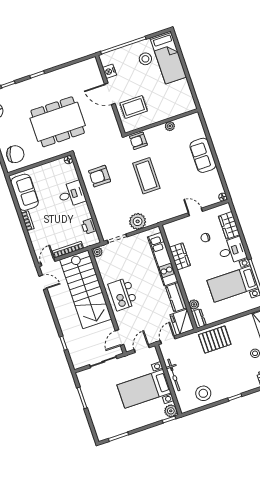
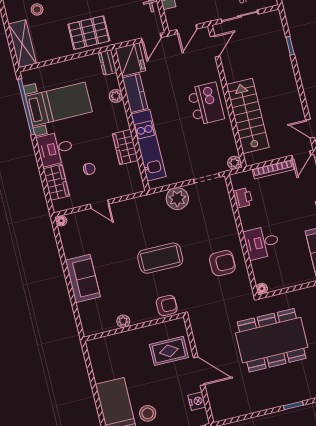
coffee table: (146, 176) -> (160, 258), turned 90
stairs: (86, 289) -> (248, 116), width x0.73, depth x0.66
plant: (194, 304) -> (116, 96), moved

